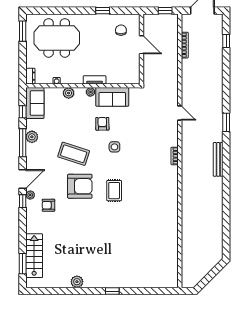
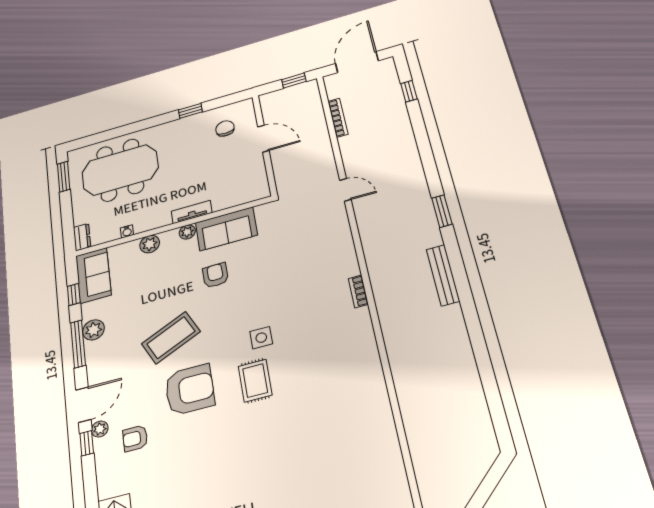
door: (180, 113) -> (345, 190), moved
side table: (114, 147) -> (261, 338), moved
coffee table: (74, 154) -> (171, 338), turned -43

